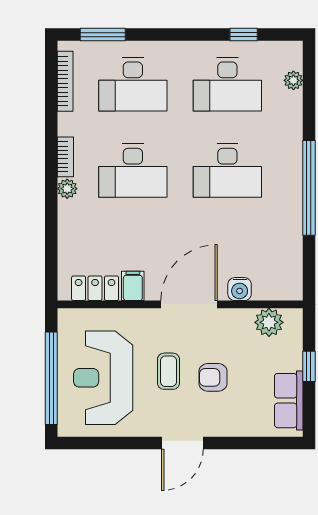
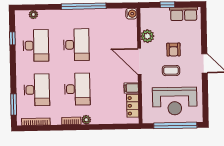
water cooler: (240, 289) -> (131, 14), moved
plant: (269, 322) -> (147, 36), moved

